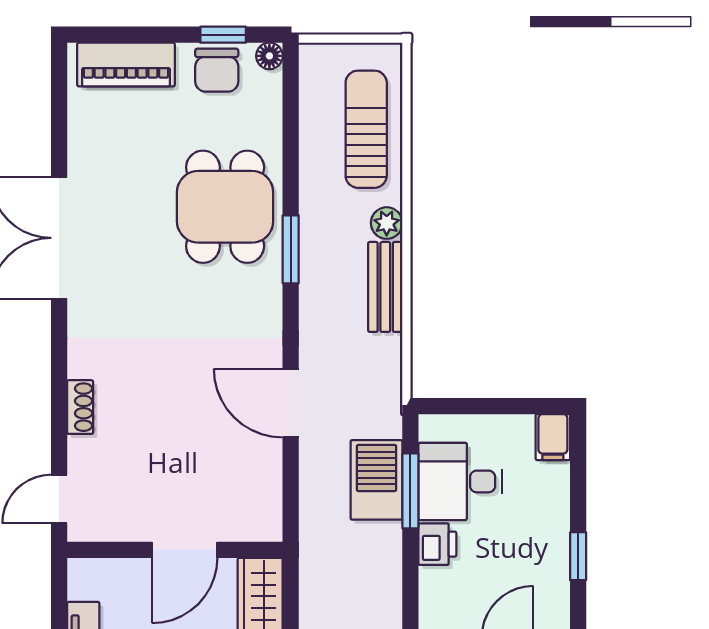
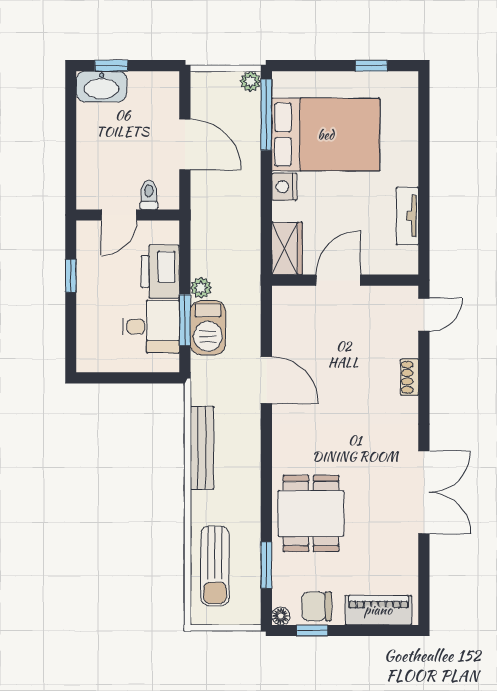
chair: (217, 70) -> (317, 606), turned -90
plant: (387, 223) -> (201, 288), moved
window: (291, 249) -> (266, 565), moved
bench: (385, 287) -> (202, 448), width x1.36
filing cabinet: (553, 437) -> (88, 357), removed
printer: (437, 544) -> (160, 272), width x1.87, depth x1.48

